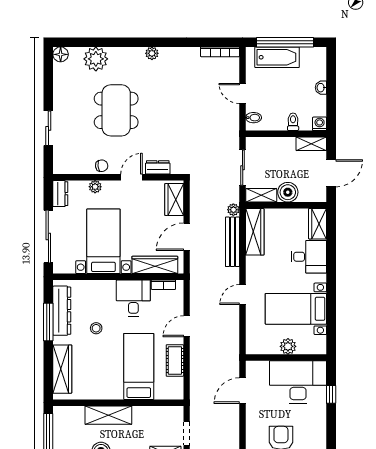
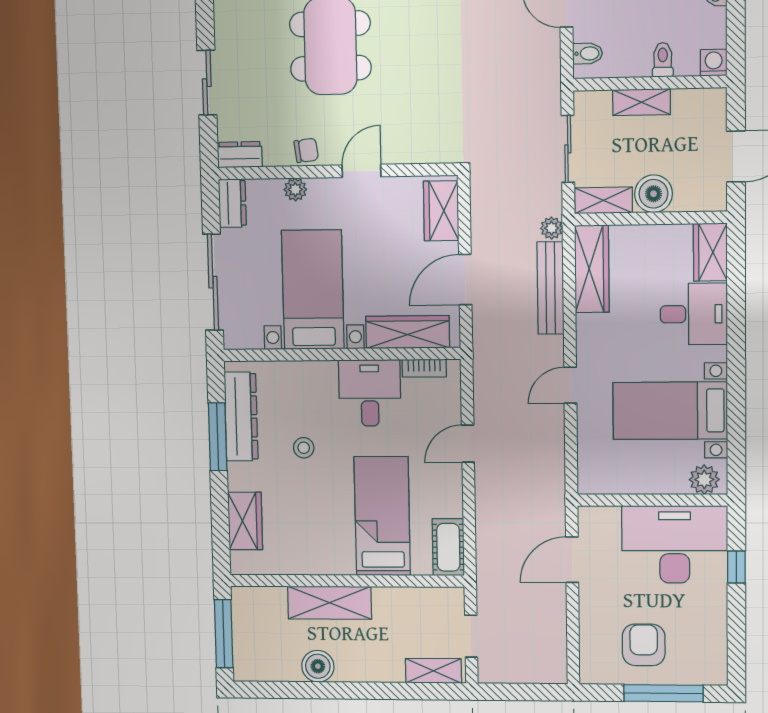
shelving: (311, 144) -> (642, 102), moved
dresser: (158, 167) -> (240, 155), moved
plant: (288, 346) -> (704, 480), moved
cot: (175, 360) -> (448, 547), moved
wardrobe: (62, 369) -> (245, 521), width x0.67

